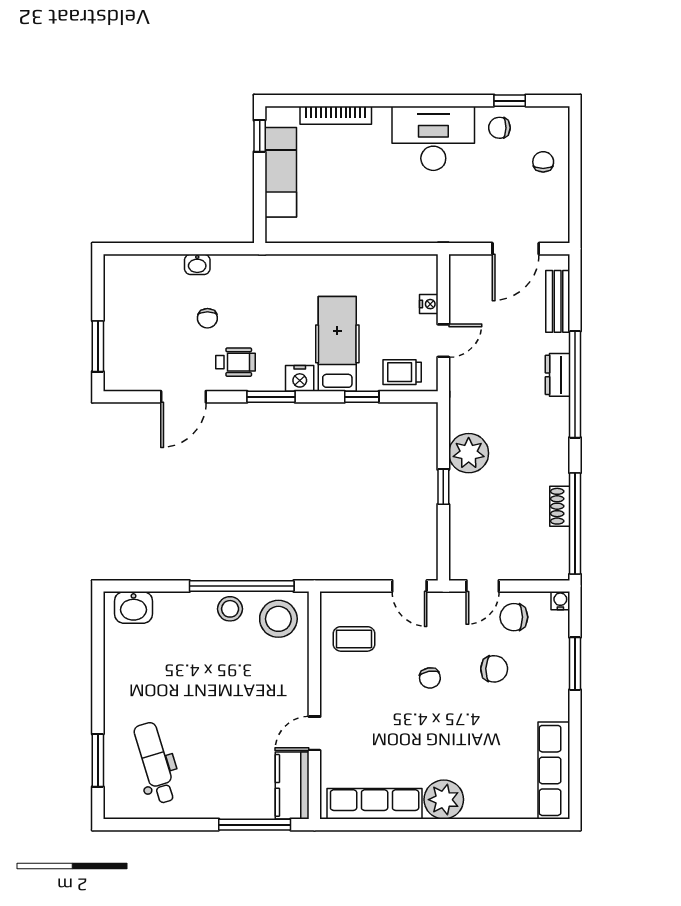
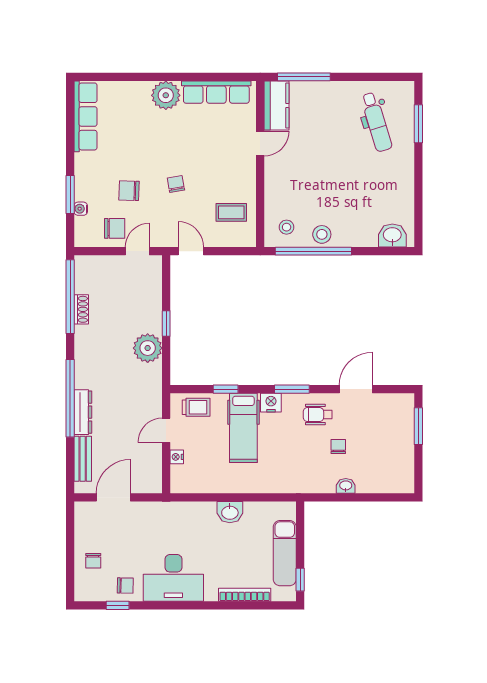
washbasin: (356, 228) -> (230, 512), added
dresser: (557, 375) -> (83, 412), width x1.44
water cooler: (560, 601) -> (81, 209), moved, turned 90
stool: (278, 619) -> (287, 227), width x0.53, depth x0.53

